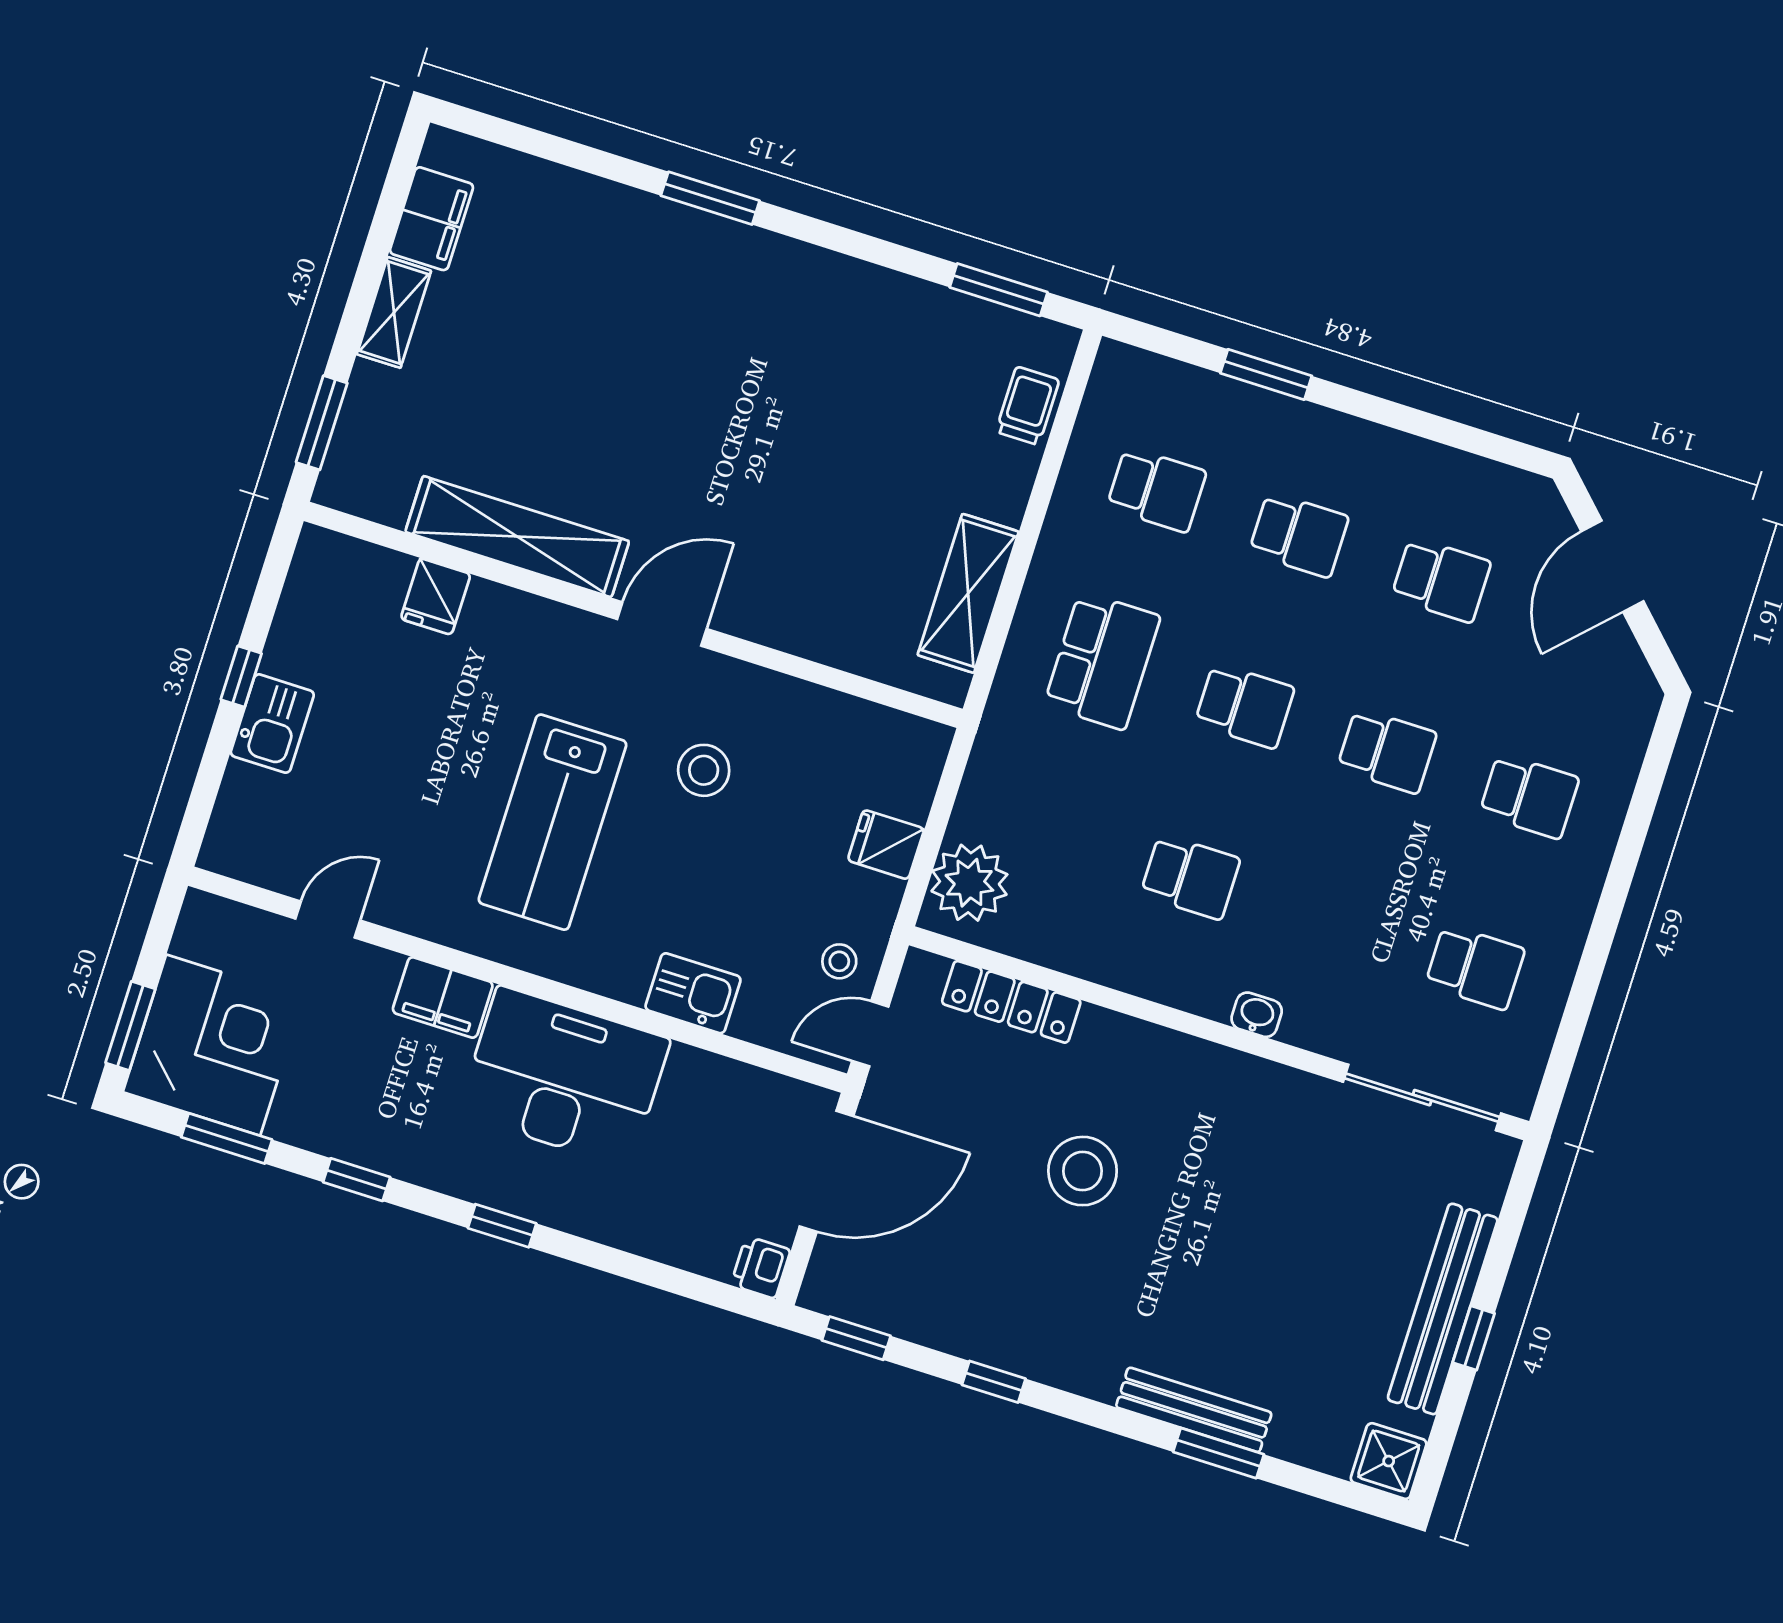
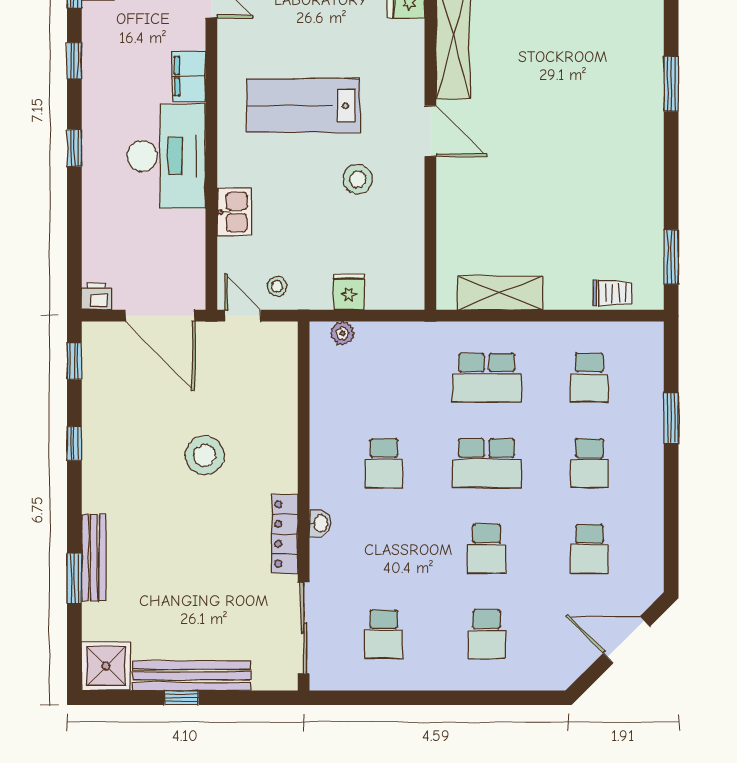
school desk: (1245, 706) -> (487, 463), width x1.85
plant: (969, 883) -> (342, 333), width x0.53, depth x0.53
locker: (1011, 1002) -> (285, 534), moved
shower: (1389, 1461) -> (106, 666), width x1.36, depth x1.36

